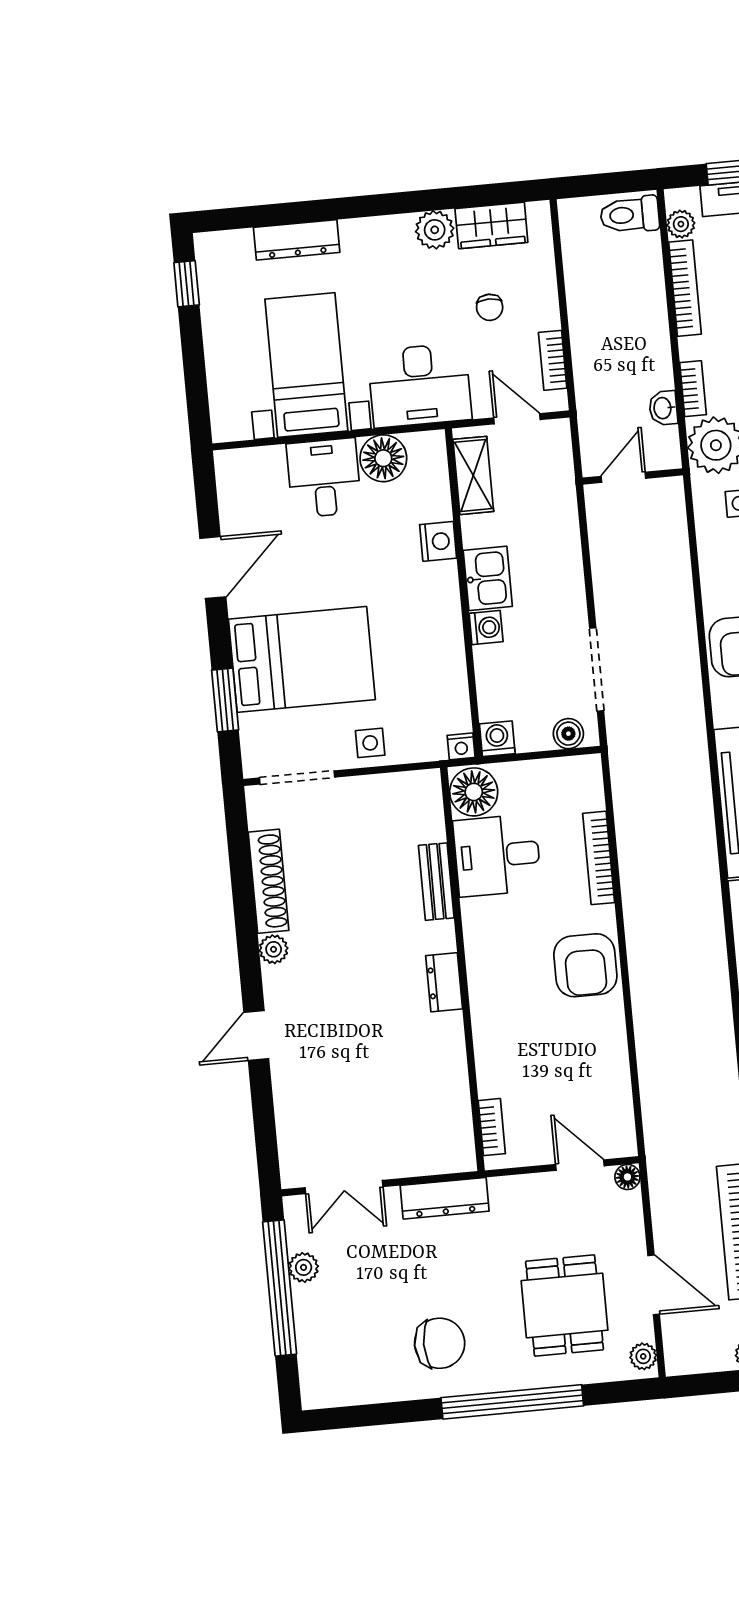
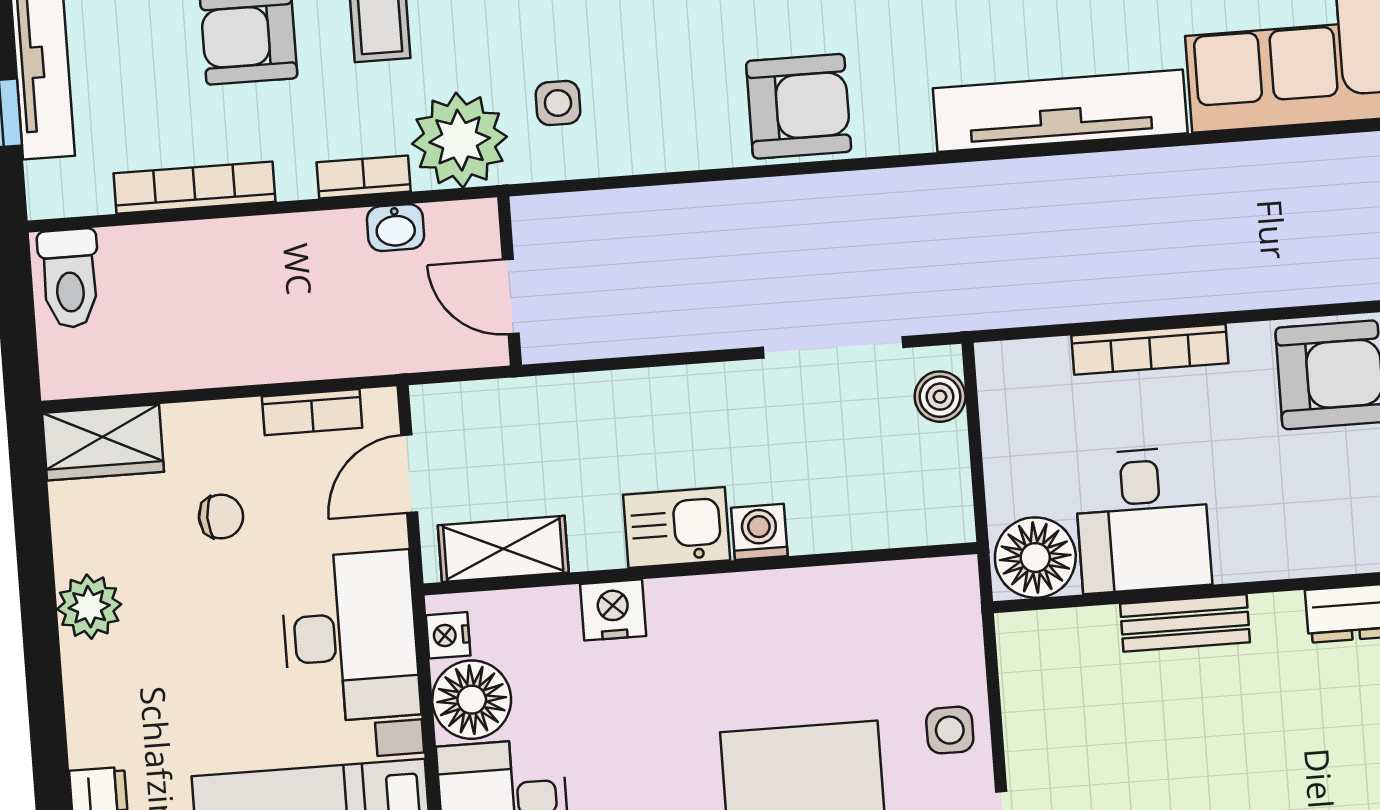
plant: (681, 224) -> (87, 193), removed
wardrobe: (491, 225) -> (103, 442), moved, turned 90
washing machine: (497, 739) -> (947, 516), removed
nightstand: (461, 746) -> (448, 635), moved, turned 180

